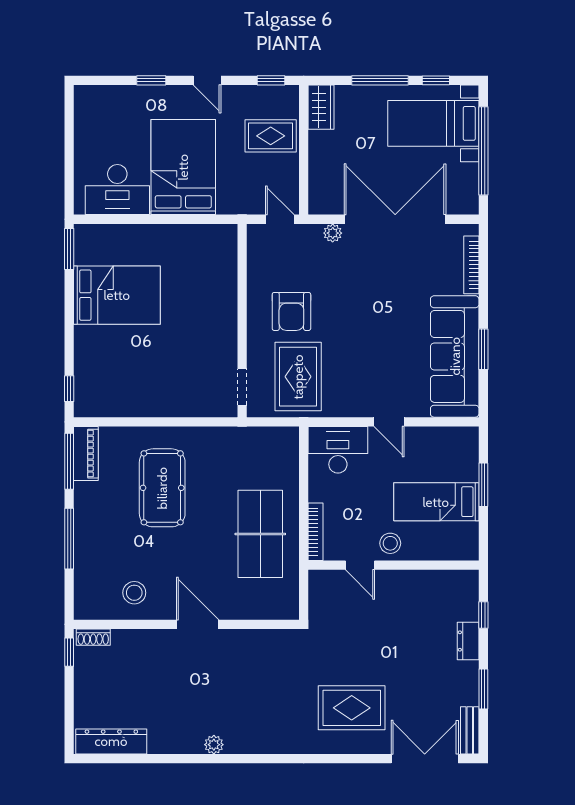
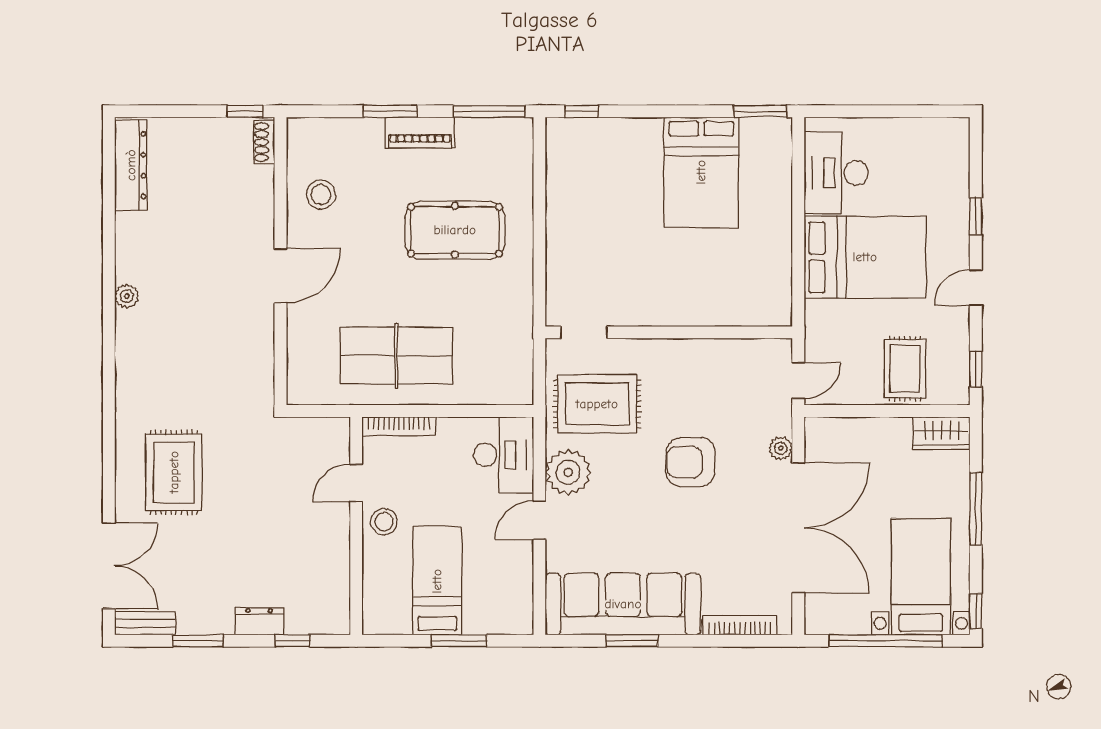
window: (436, 80) -> (976, 611), moved
armchair: (291, 311) -> (690, 462), moved
plant: (352, 399) -> (568, 472), added
piano: (86, 454) -> (420, 133), moved
window: (69, 539) -> (390, 111), width x0.69

